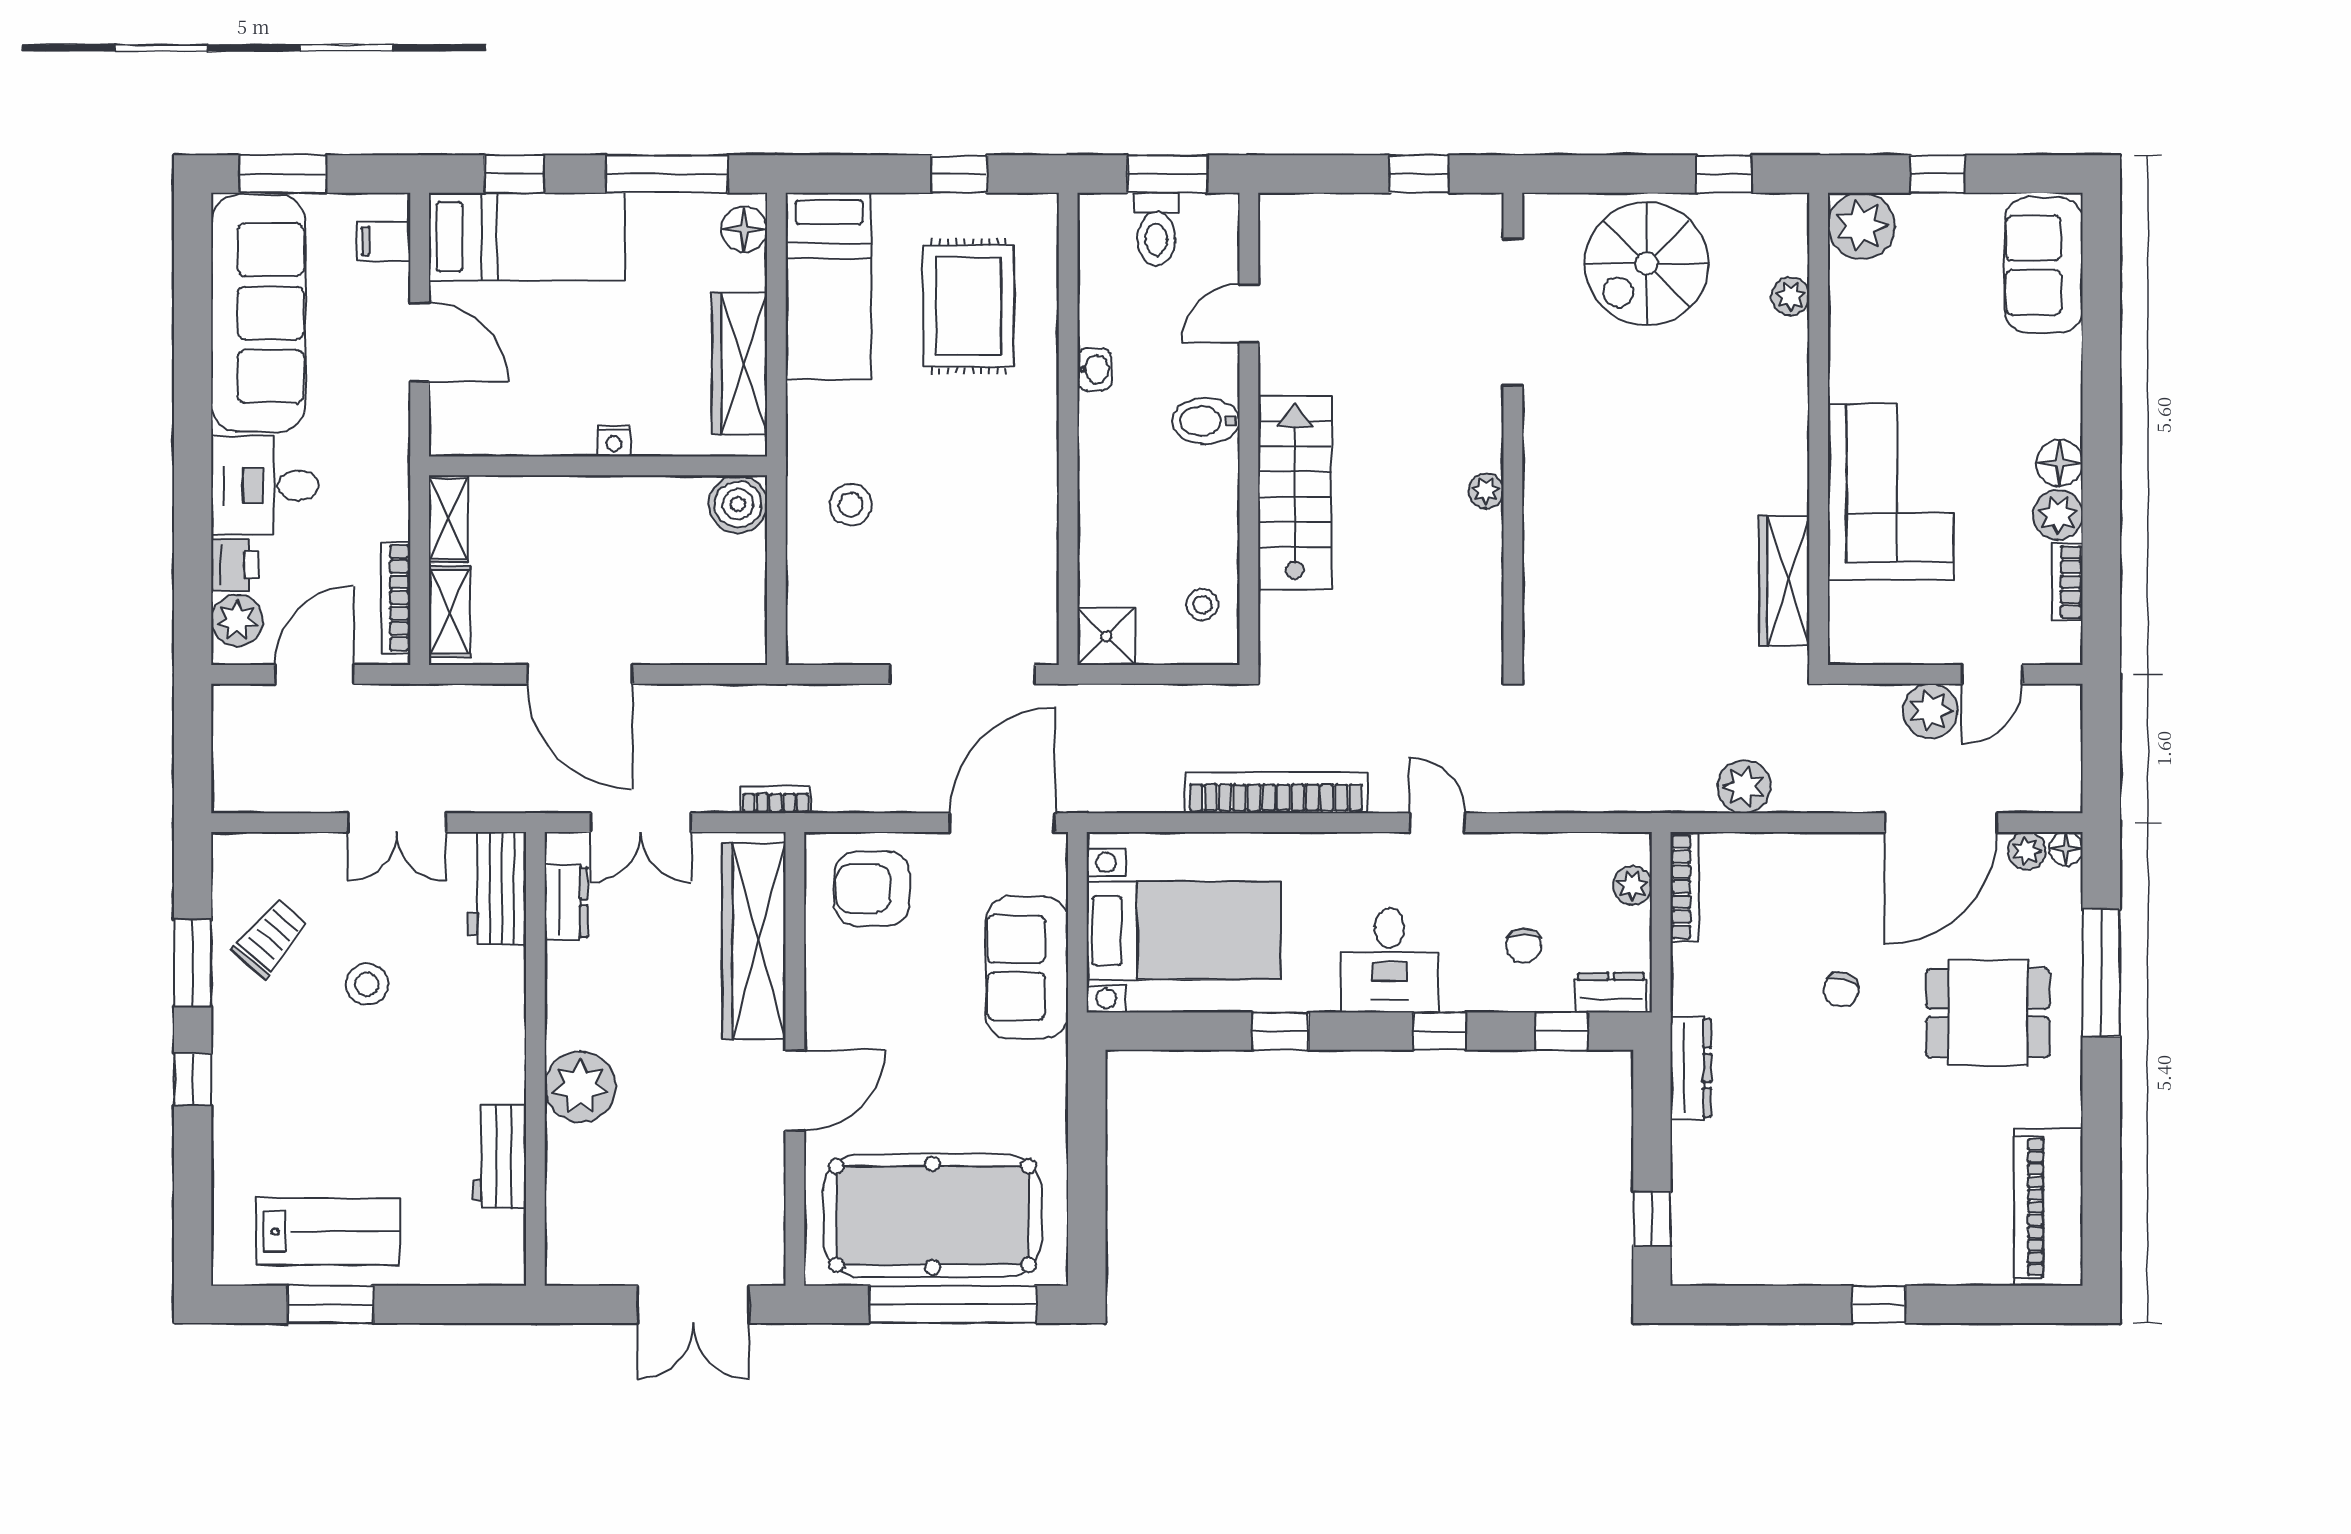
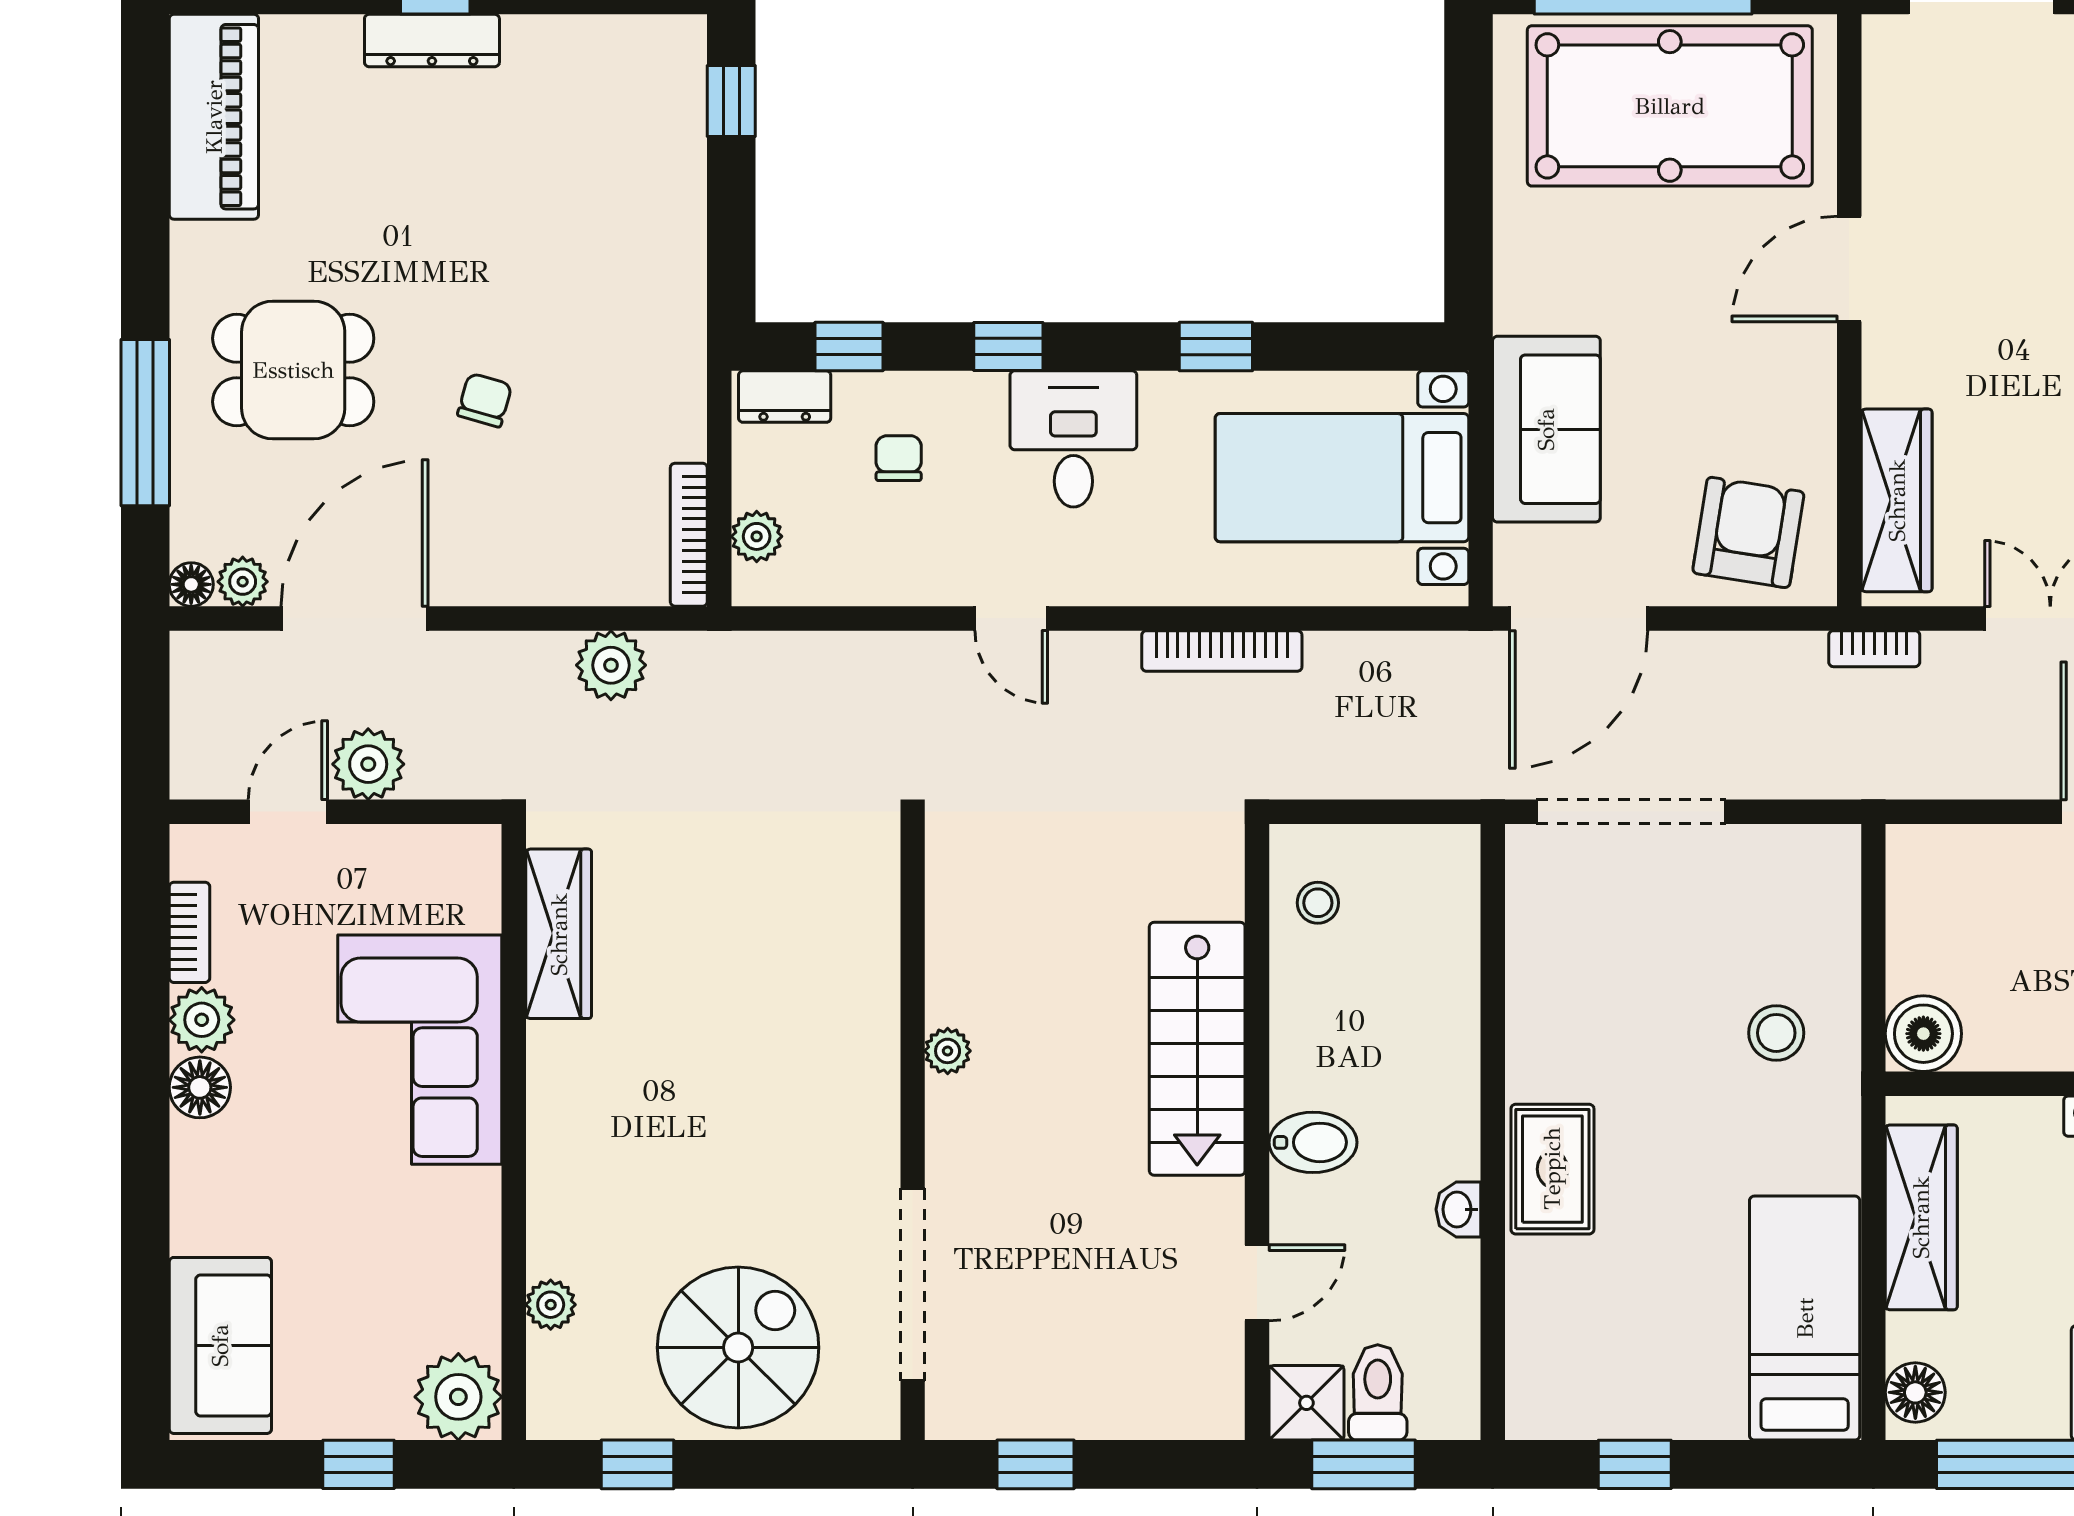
rug: (968, 306) -> (1552, 1169), moved, width x0.73, depth x0.70
shower: (1106, 636) -> (1306, 1403), moved
bookcase: (1276, 793) -> (1222, 651), width x0.68, depth x0.76
armchair: (872, 888) -> (1748, 532), turned -81
wardrobe: (754, 941) -> (1897, 500), width x0.71, depth x0.85
dresser: (1691, 1068) -> (432, 41), moved, turned -90

